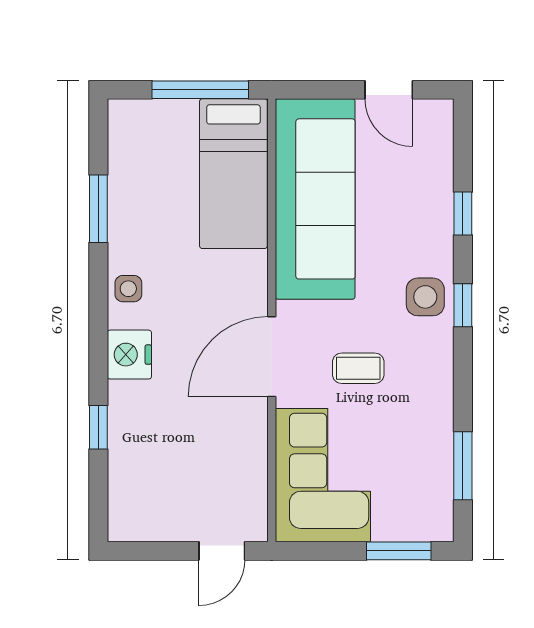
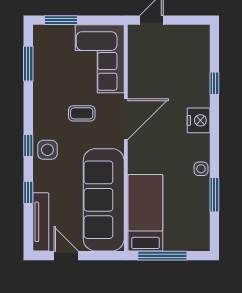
tv unit: (438, 156) -> (41, 222), added
side table: (128, 289) -> (201, 169), moved

